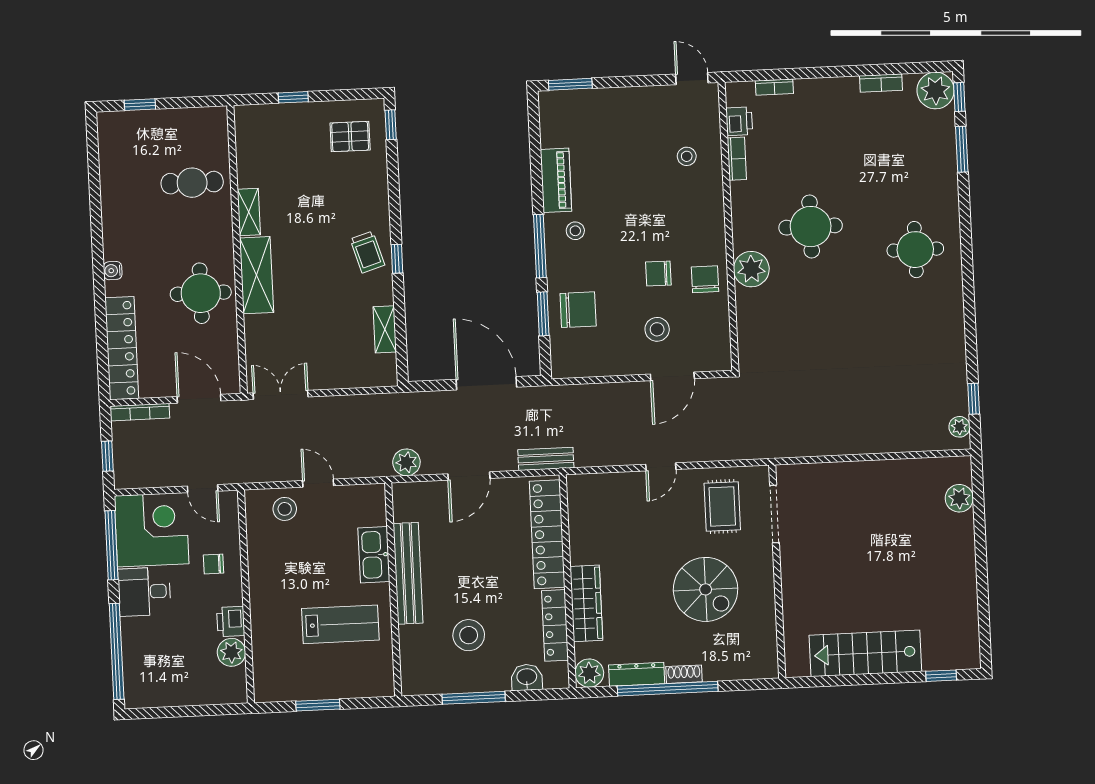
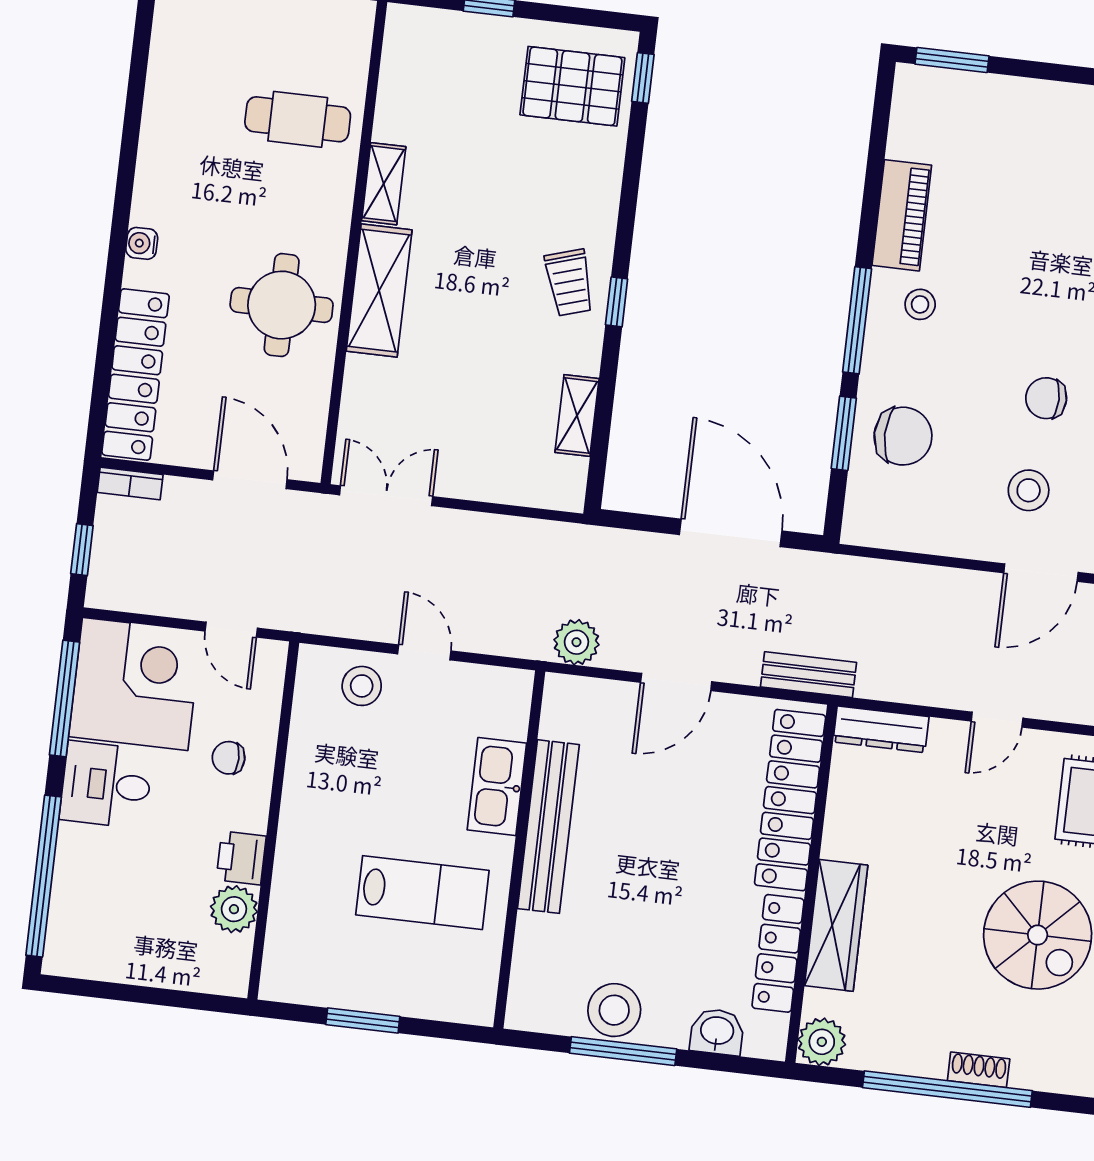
pallet: (350, 137) -> (572, 86), width x1.50, depth x1.42
bookcase: (140, 412) -> (130, 483), width x0.64
stool: (469, 635) -> (614, 1010), moved
dresser: (637, 674) -> (881, 729), moved, turned 180

